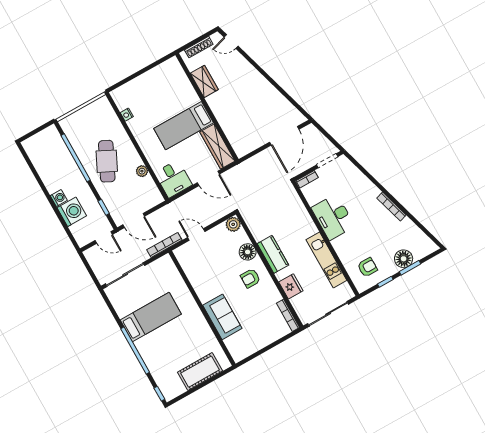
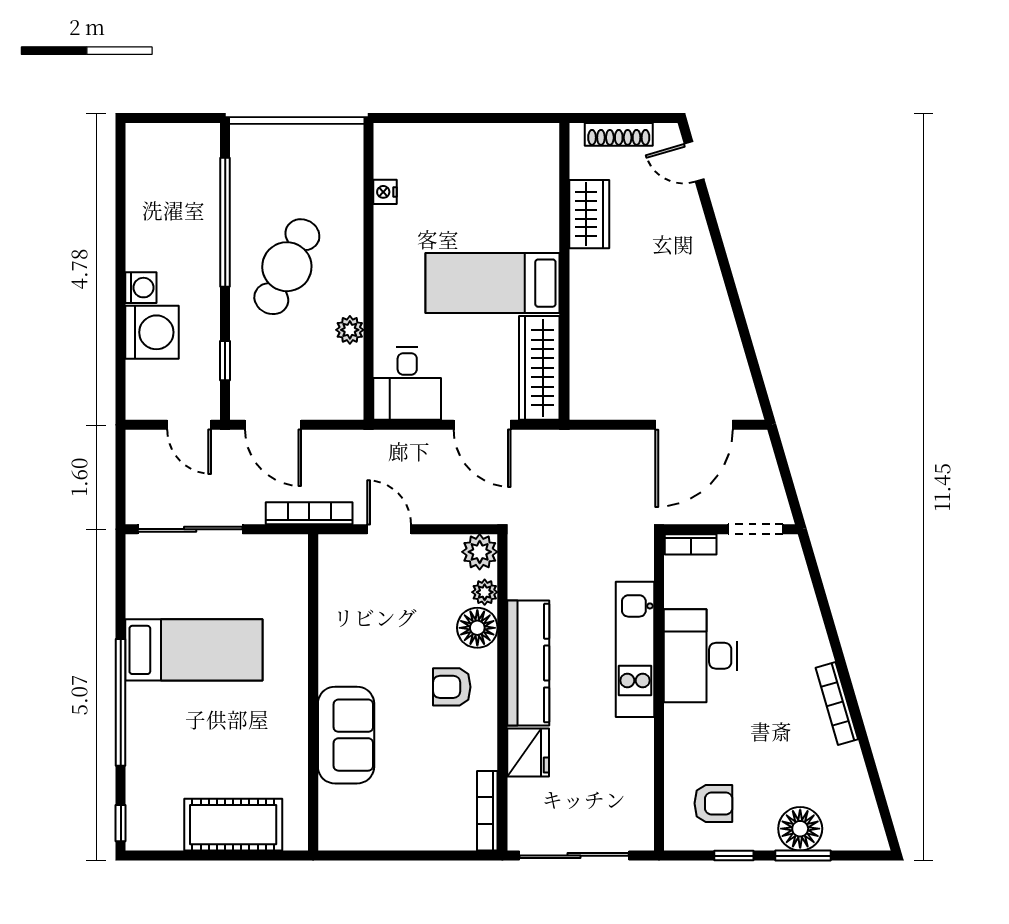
plant: (243, 238) -> (485, 592), added
kitchen counter: (273, 254) -> (528, 663), width x1.50
kitchen unit: (326, 260) -> (635, 649), moved

